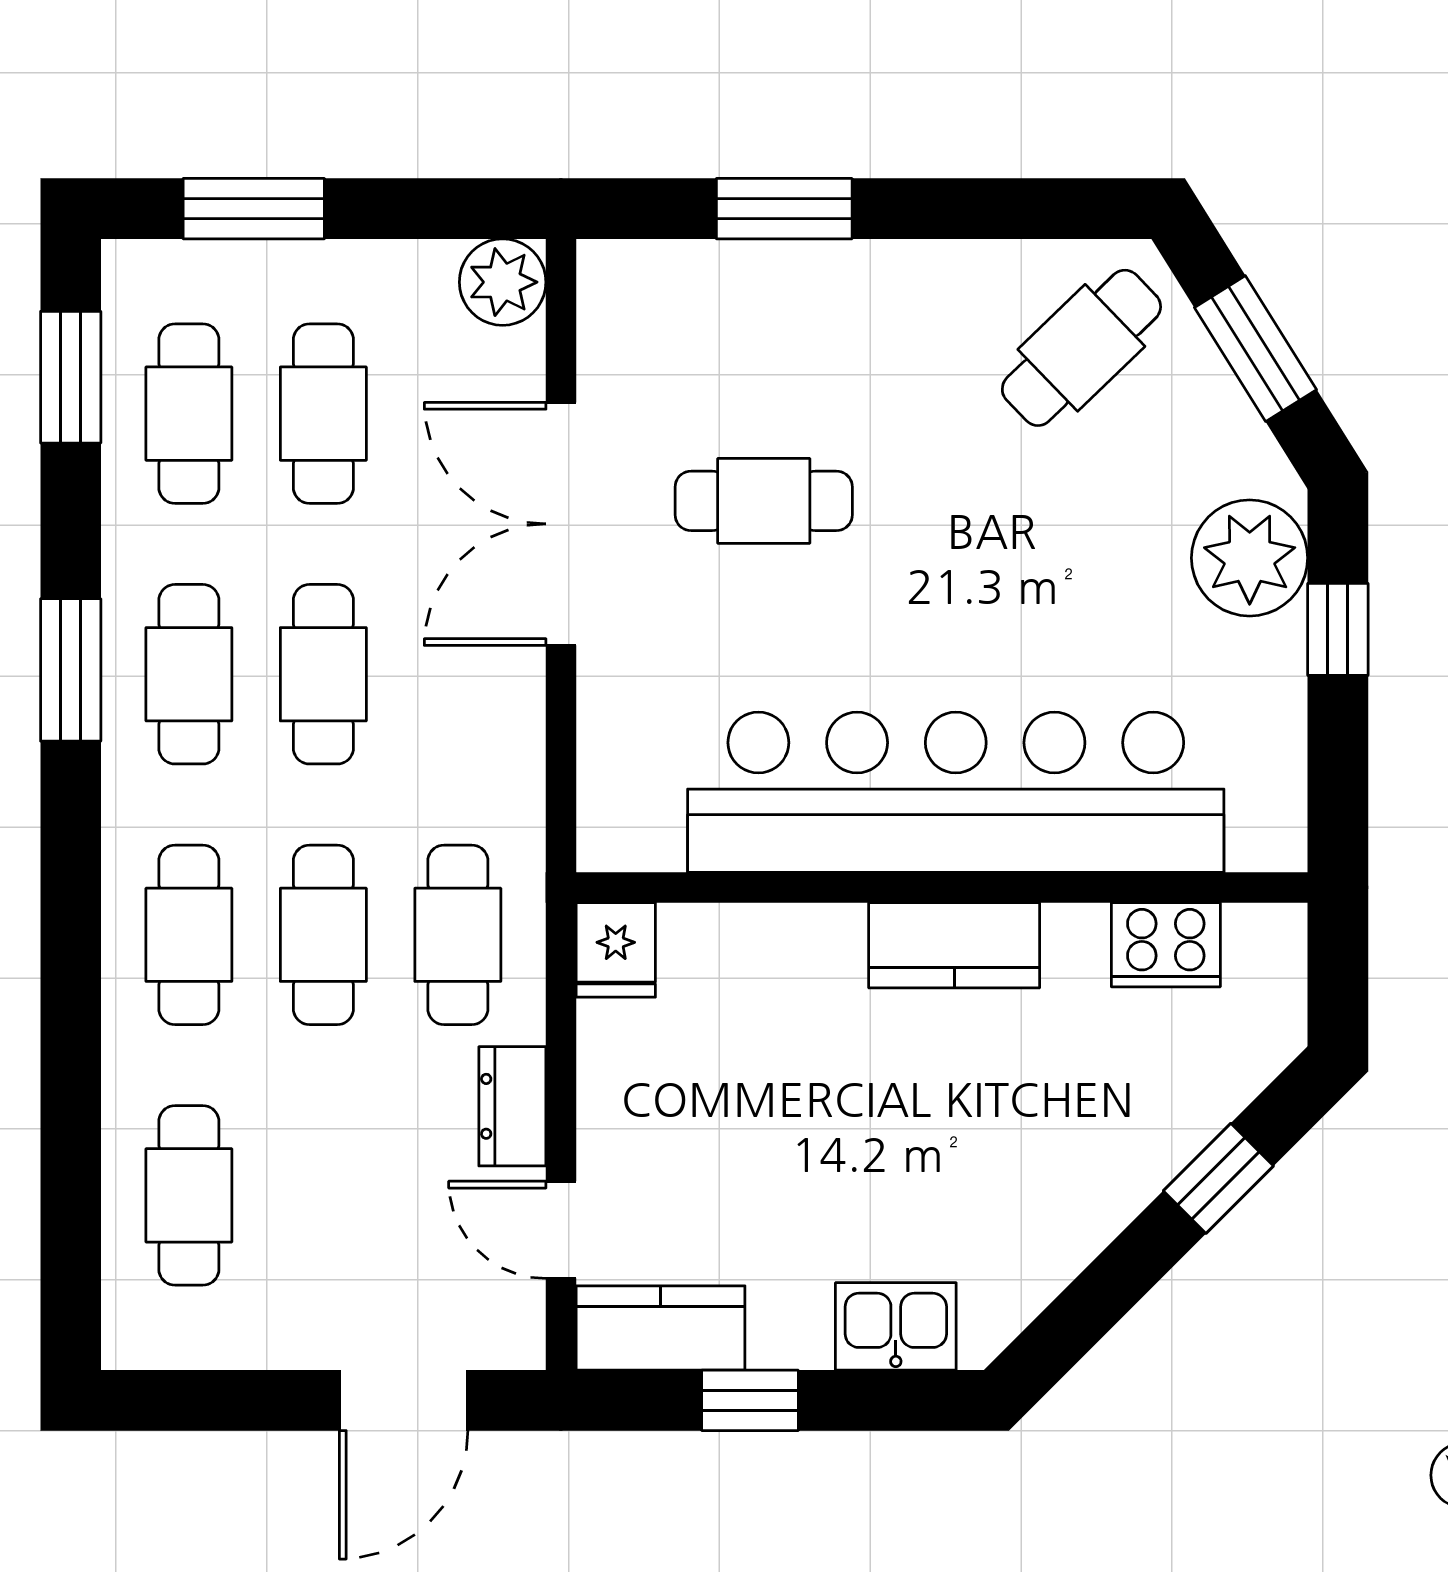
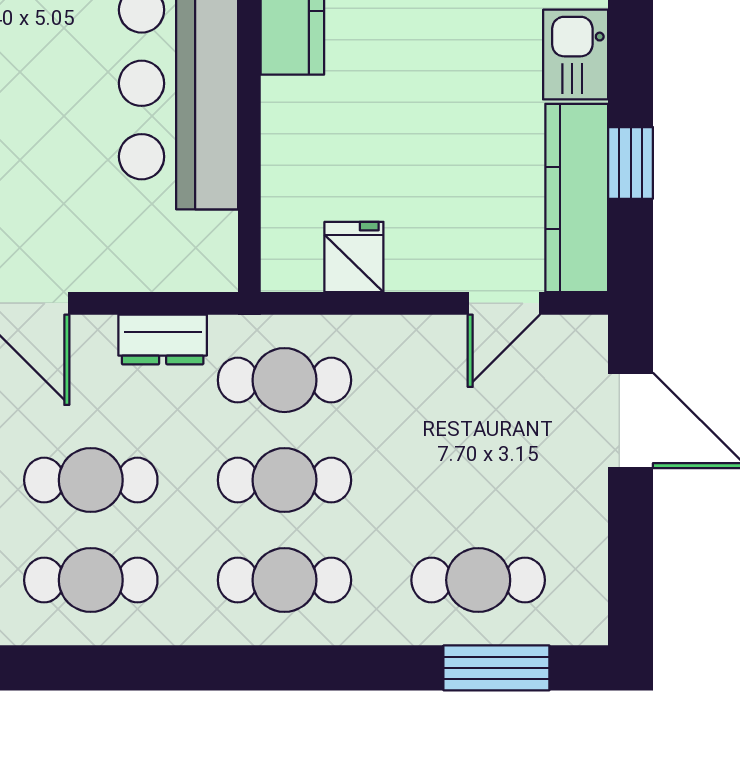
window: (71, 670) -> (496, 668), moved
fridge: (616, 950) -> (354, 257), moved, turned -90
dresser: (512, 1106) -> (163, 340), moved
kitchen counter: (661, 1328) -> (577, 198), width x1.50

